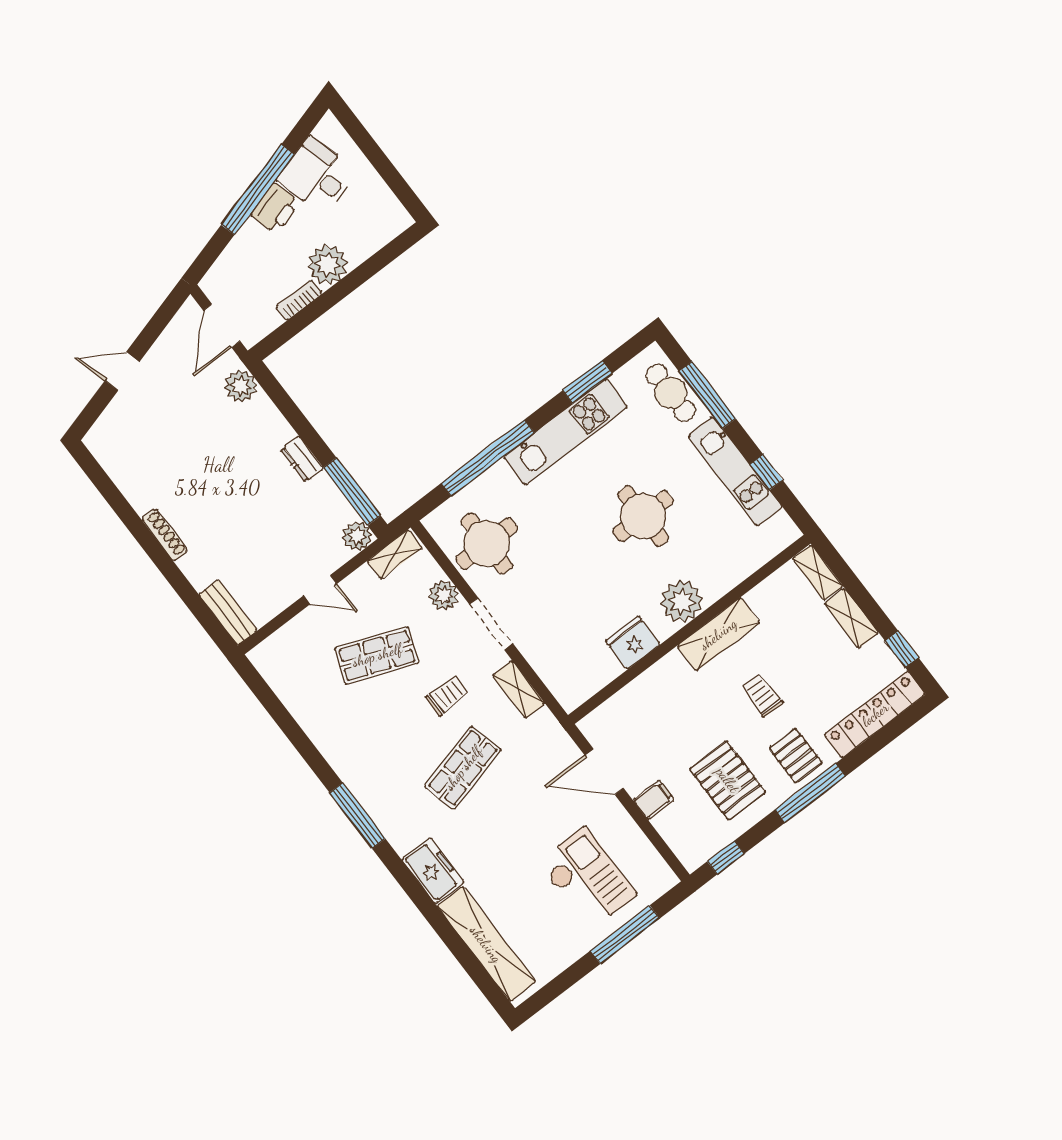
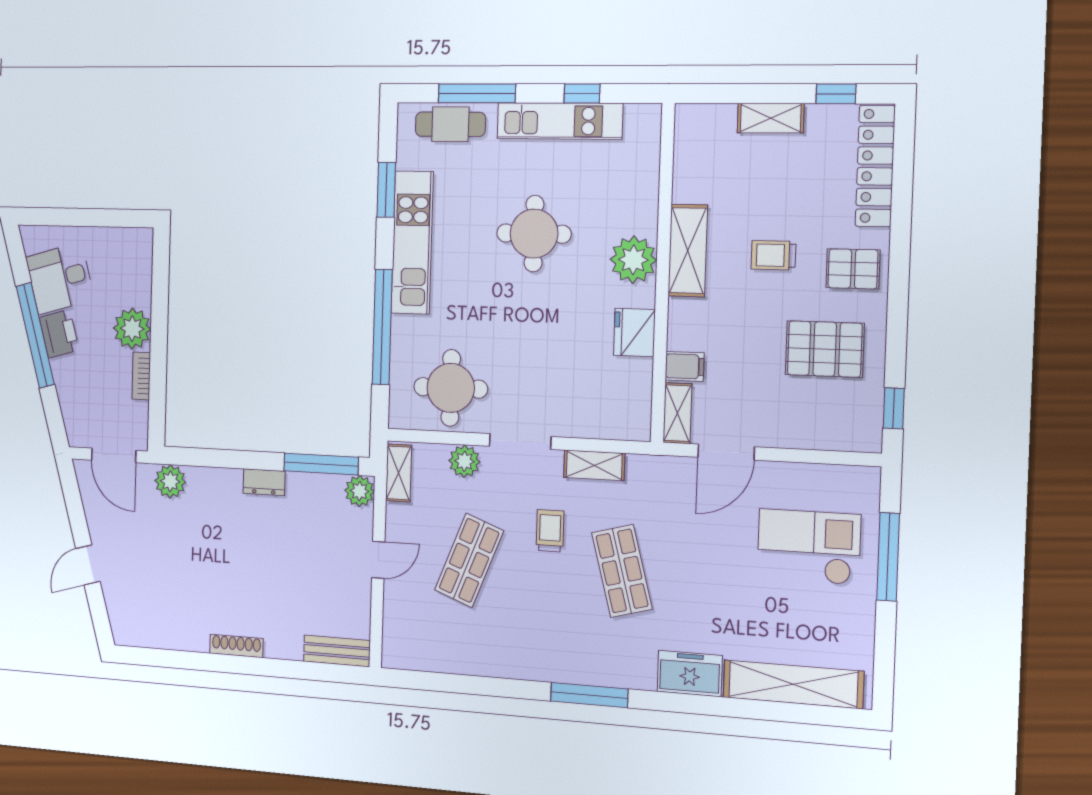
shelving: (818, 573) -> (677, 413), moved, turned 90
window: (810, 793) -> (899, 283), removed
filing cabinet: (654, 800) -> (685, 366), moved, turned 90

